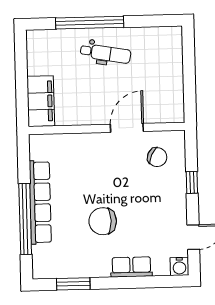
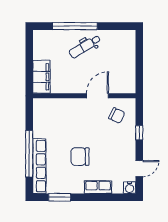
dental chair: (105, 53) -> (85, 47), turned 139
row of seats: (40, 202) -> (39, 166), moved

